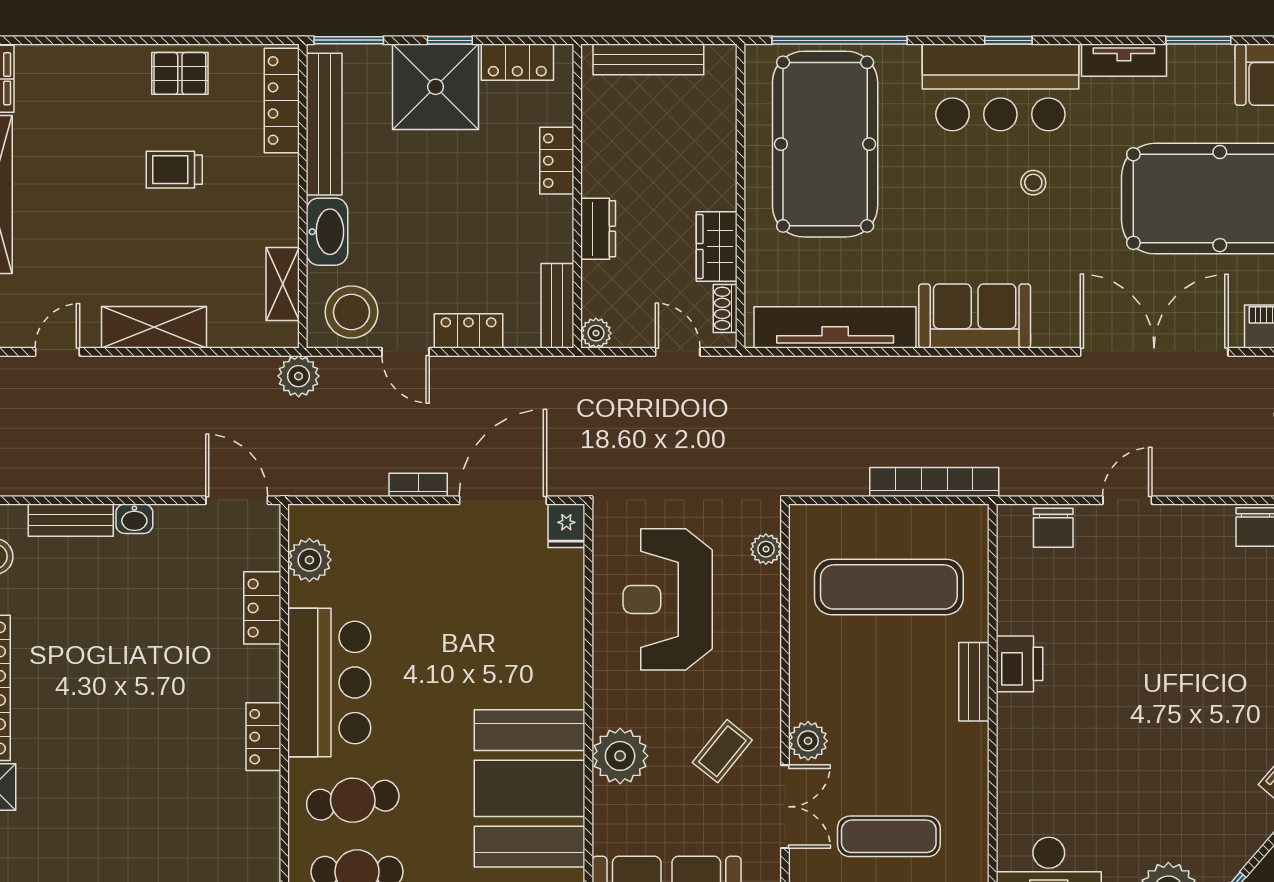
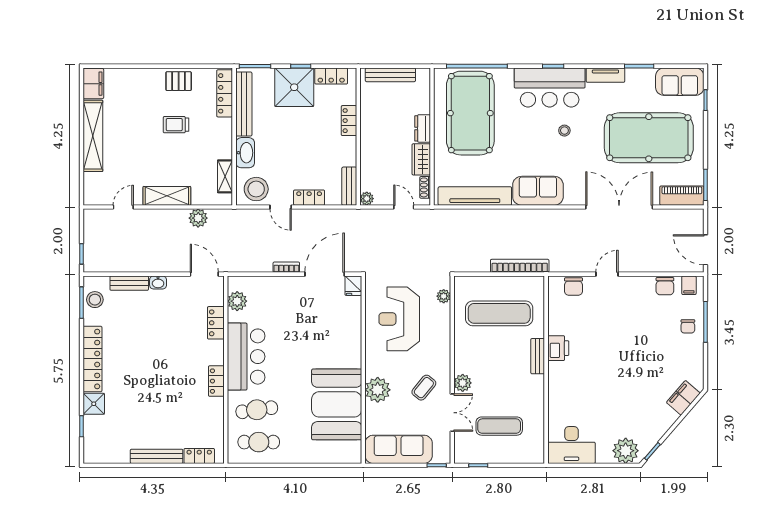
dresser: (598, 229) -> (423, 128), moved, turned 180
plant: (299, 376) -> (198, 218), moved

